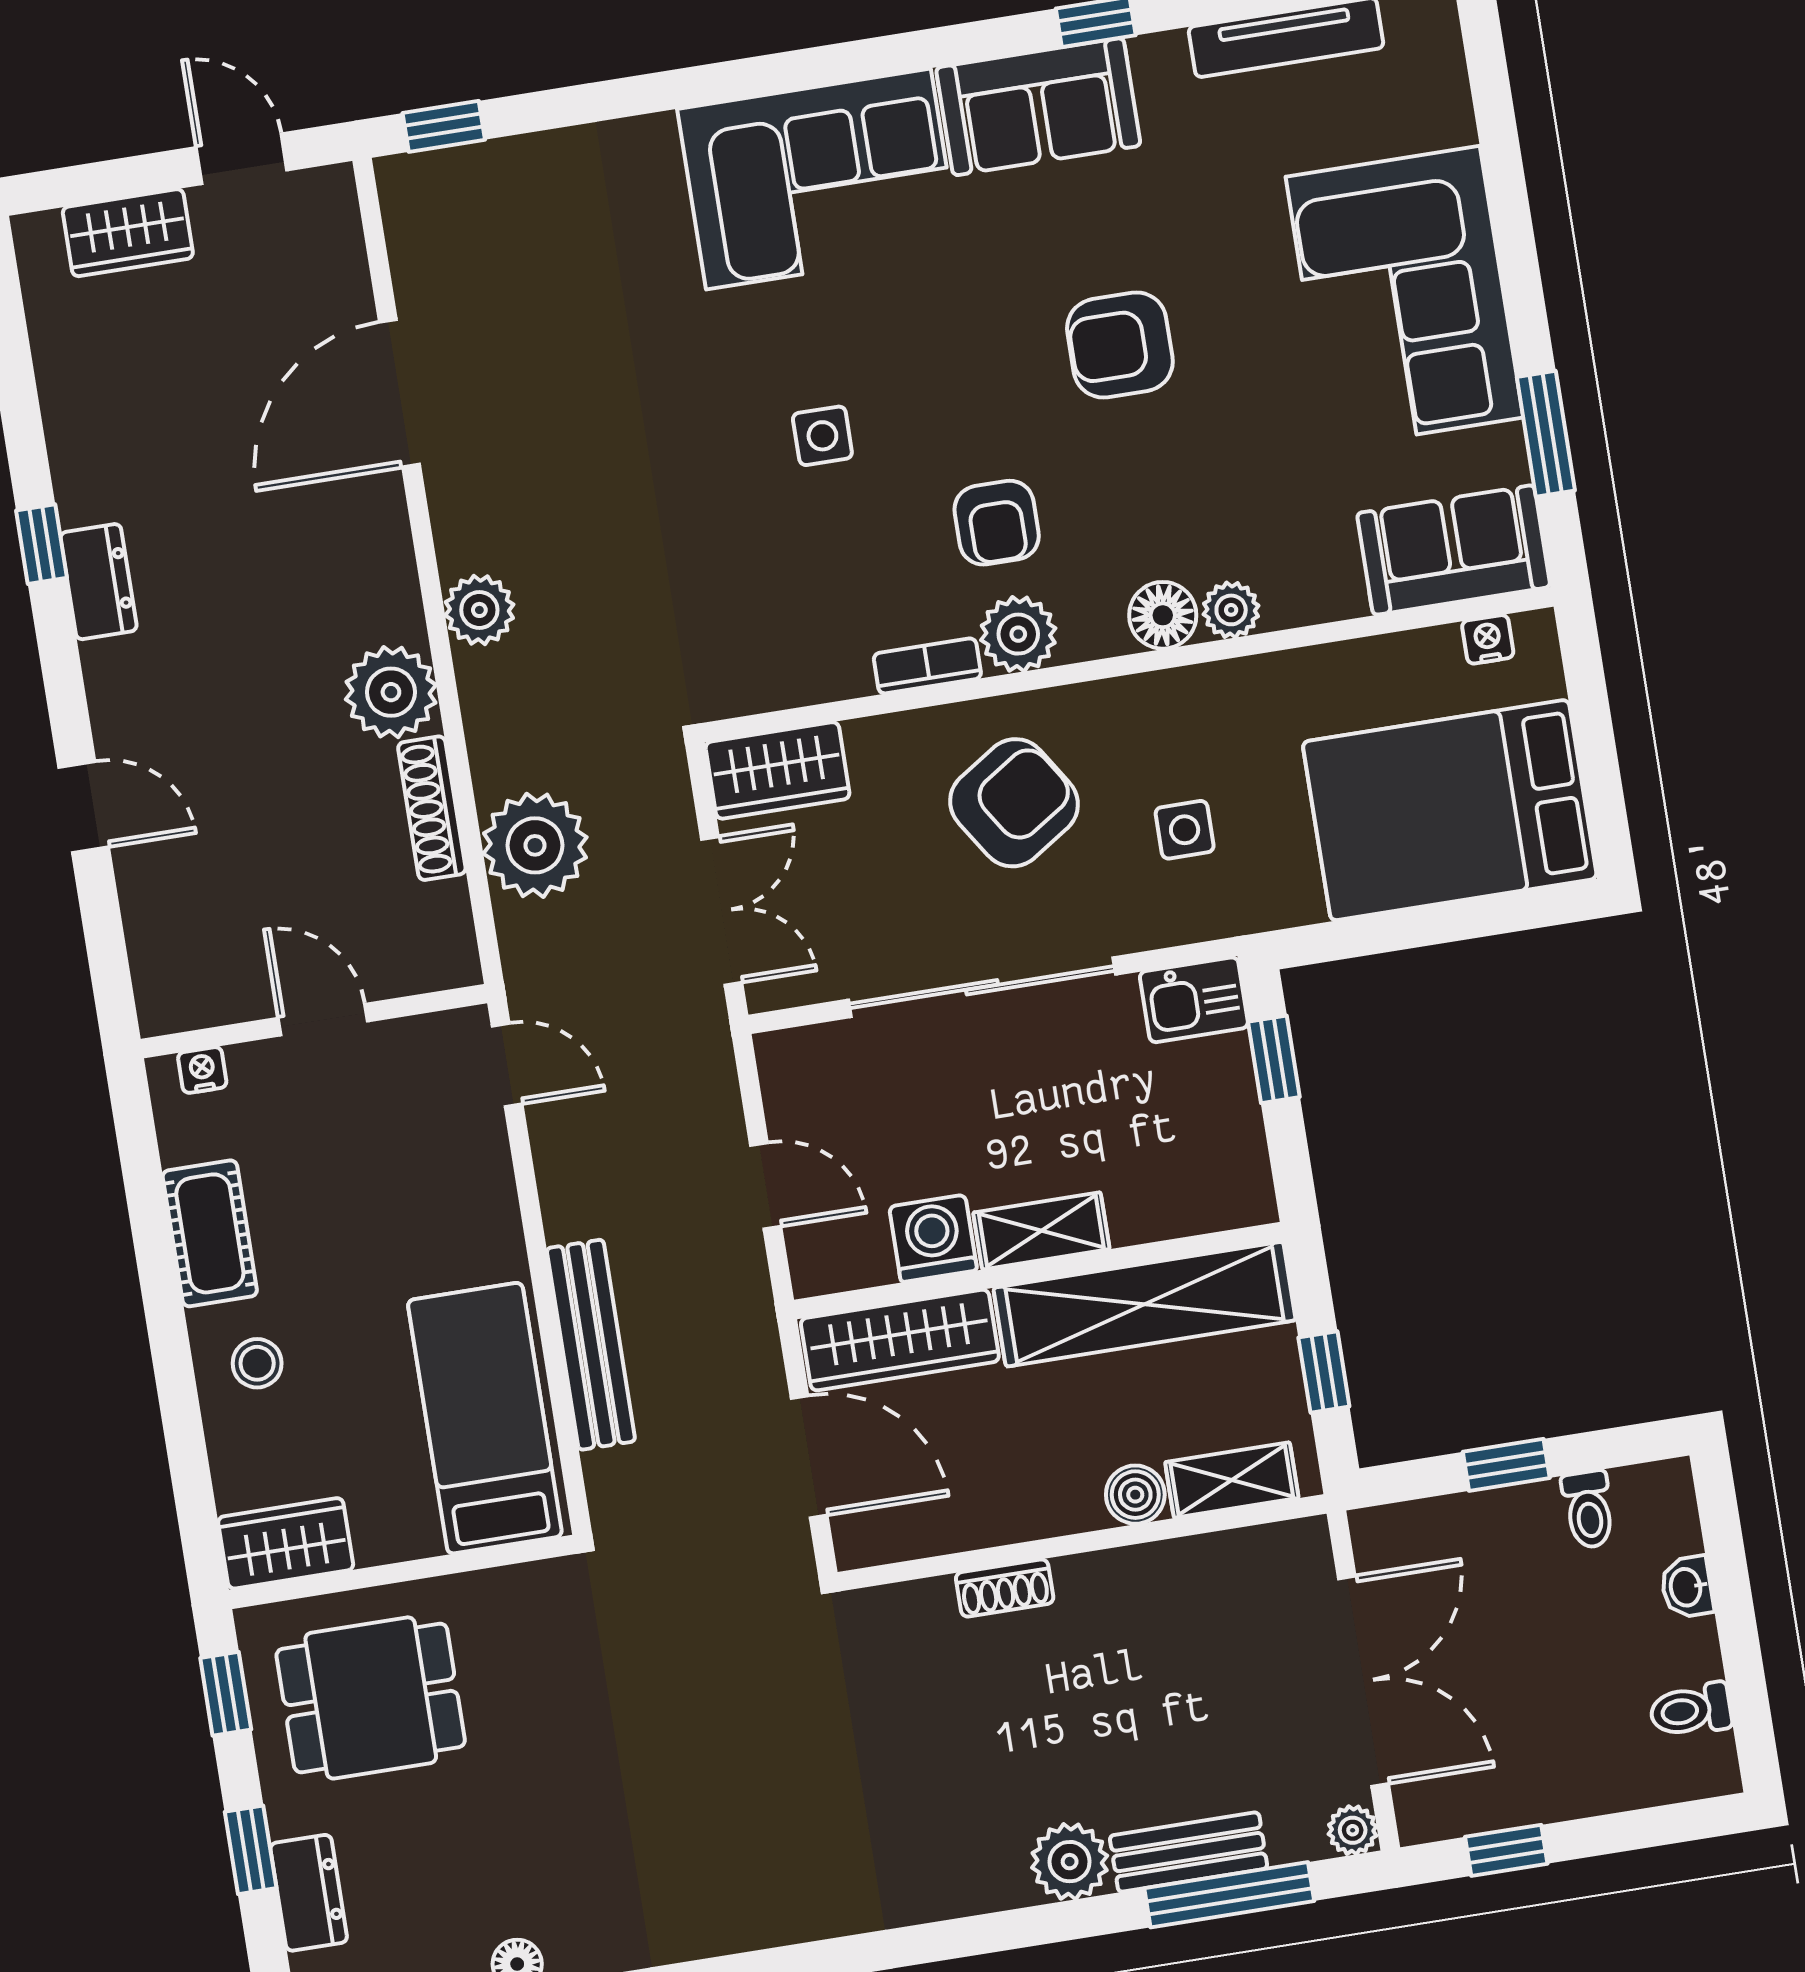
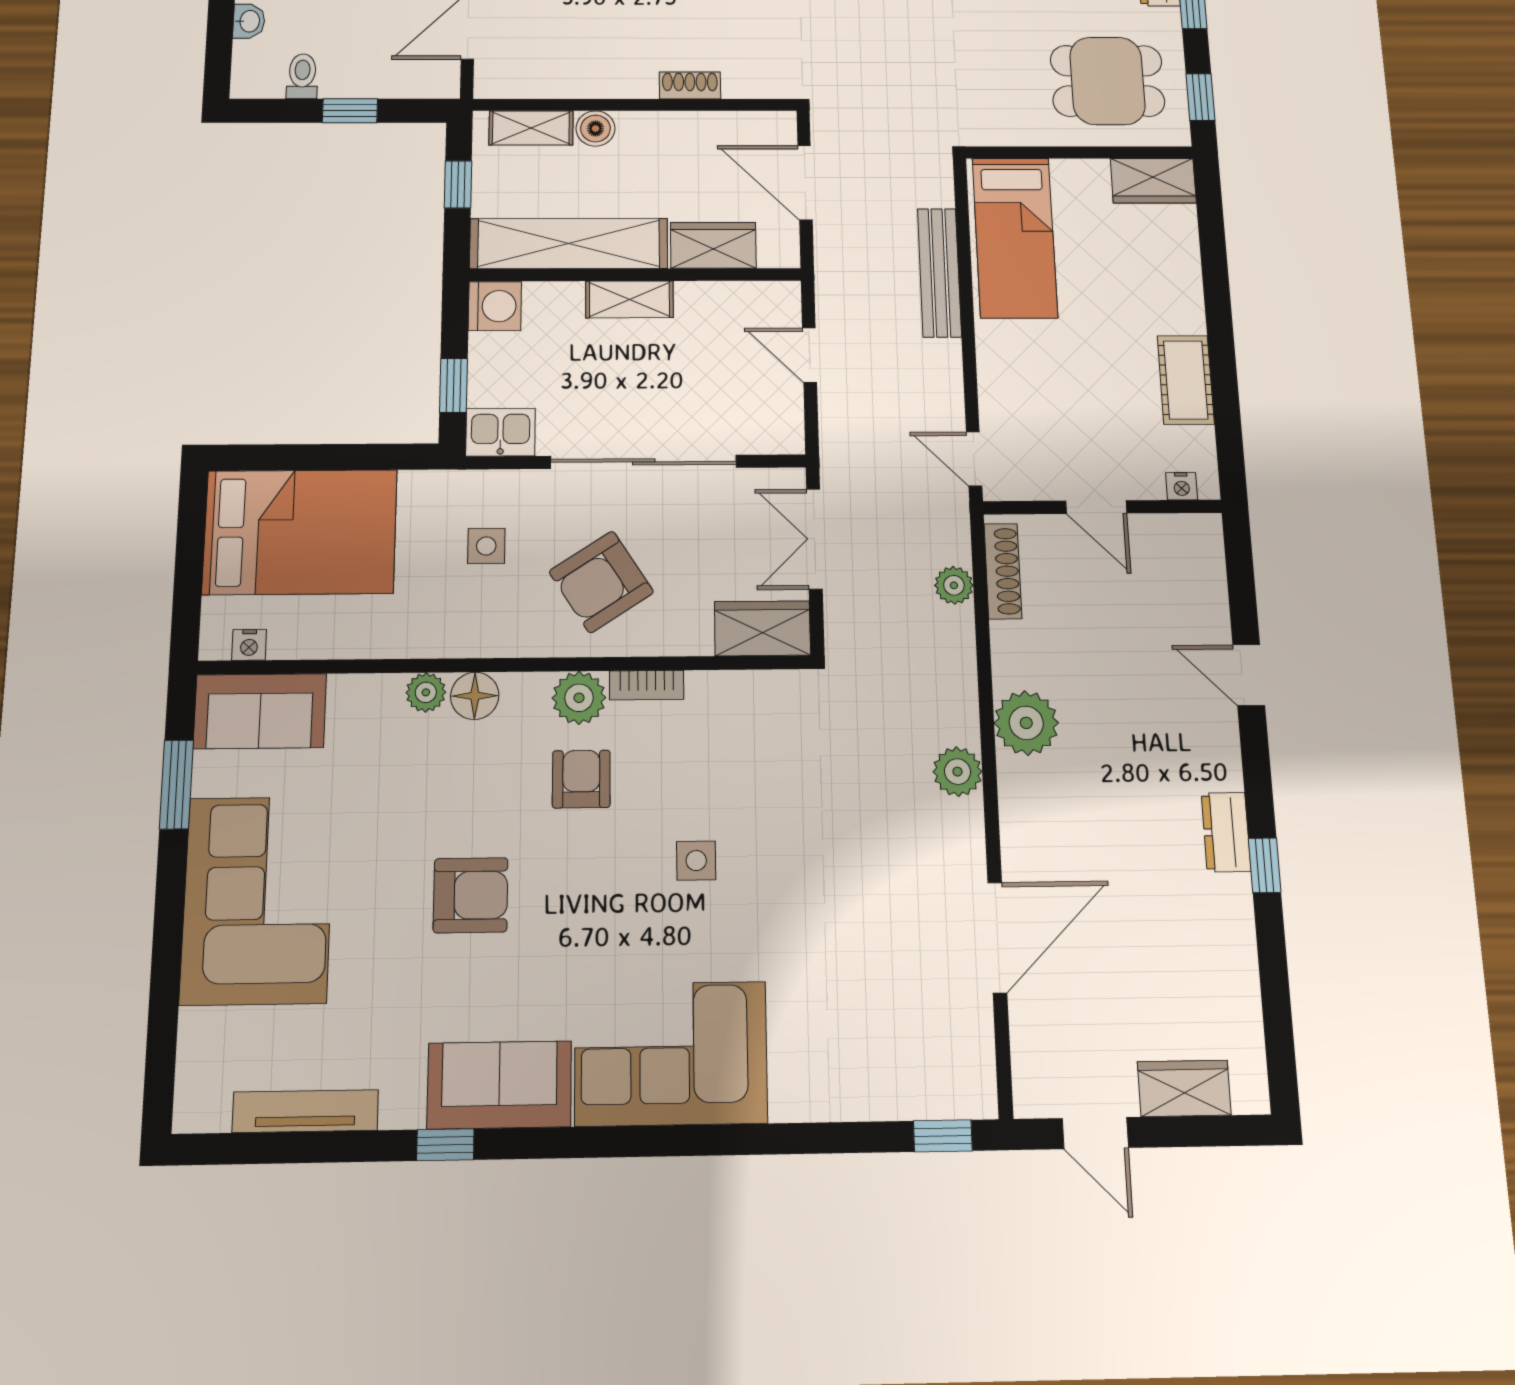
shoe rack: (432, 808) -> (1003, 571), moved
plant: (535, 845) -> (954, 585), width x0.53, depth x0.53
washing machine: (933, 1238) -> (495, 306), moved, turned -90
wardrobe: (900, 1340) -> (713, 245), width x0.67
stool: (257, 1363) -> (1162, 294), removed

